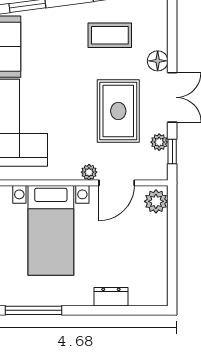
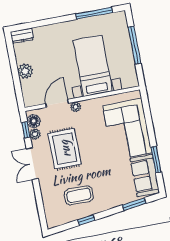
floor lamp: (158, 61) -> (34, 121), moved
plant: (156, 201) -> (25, 71), moved
dresser: (111, 297) -> (22, 36), moved

